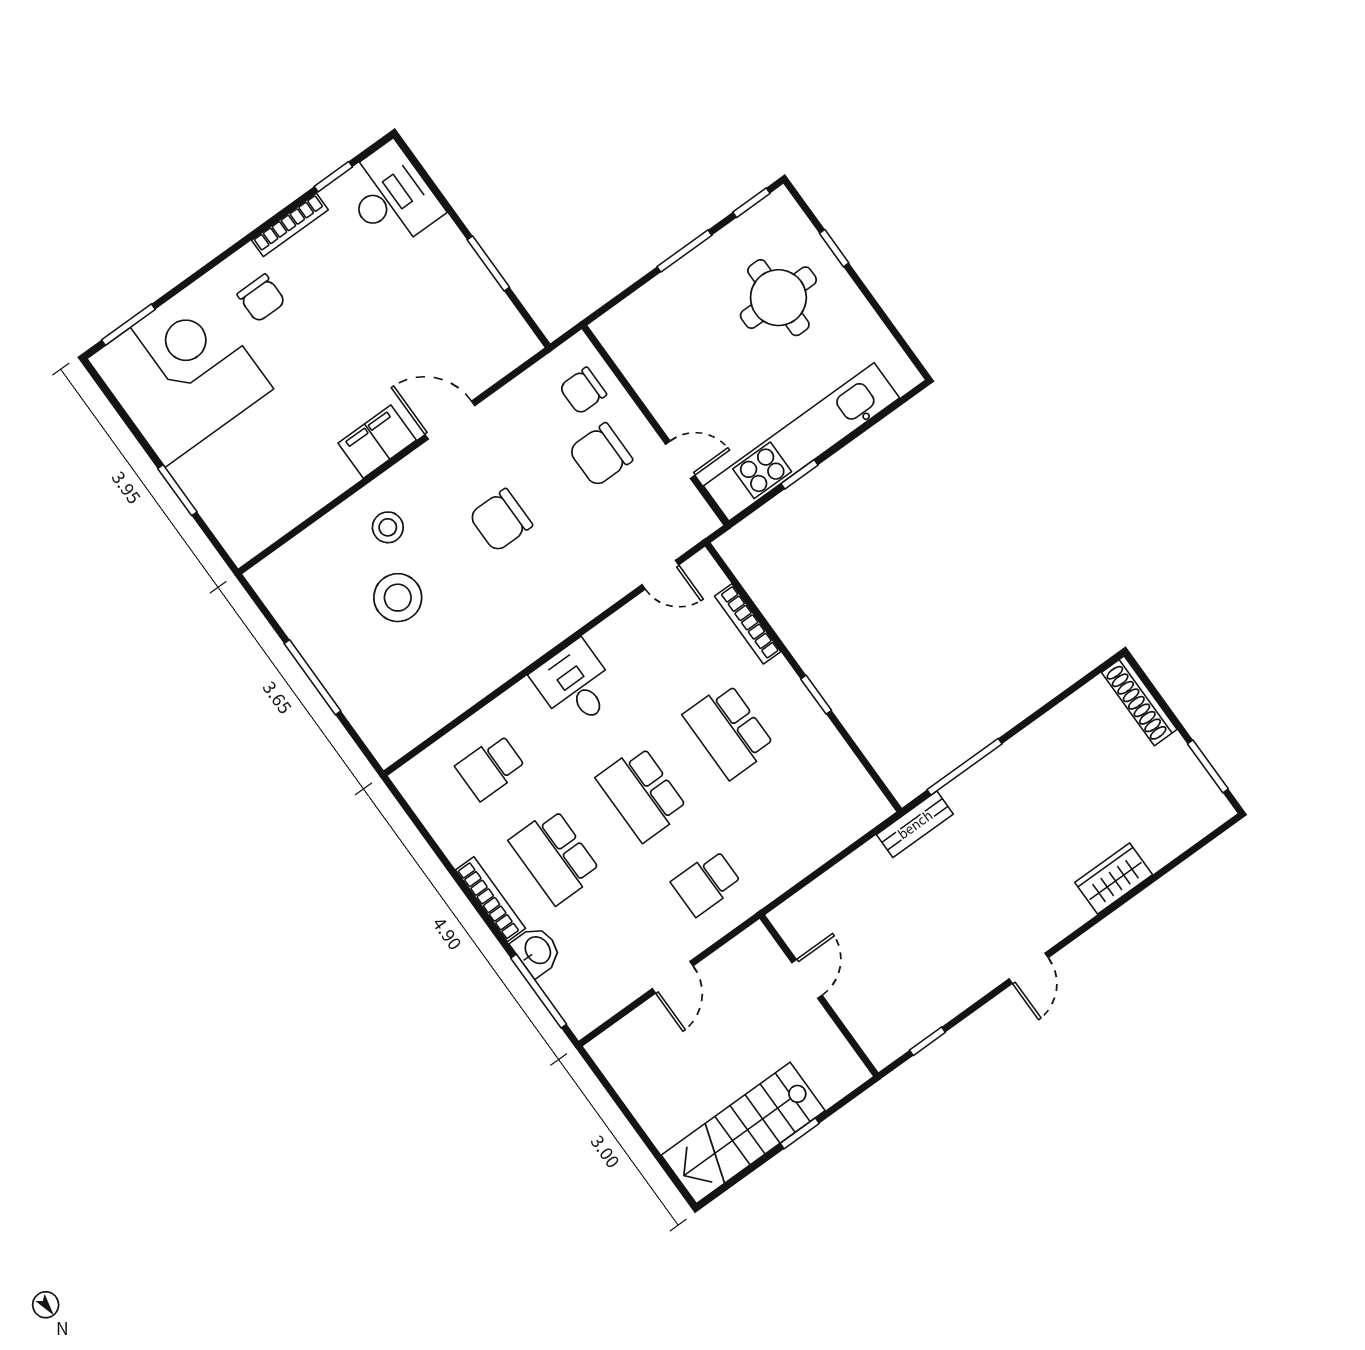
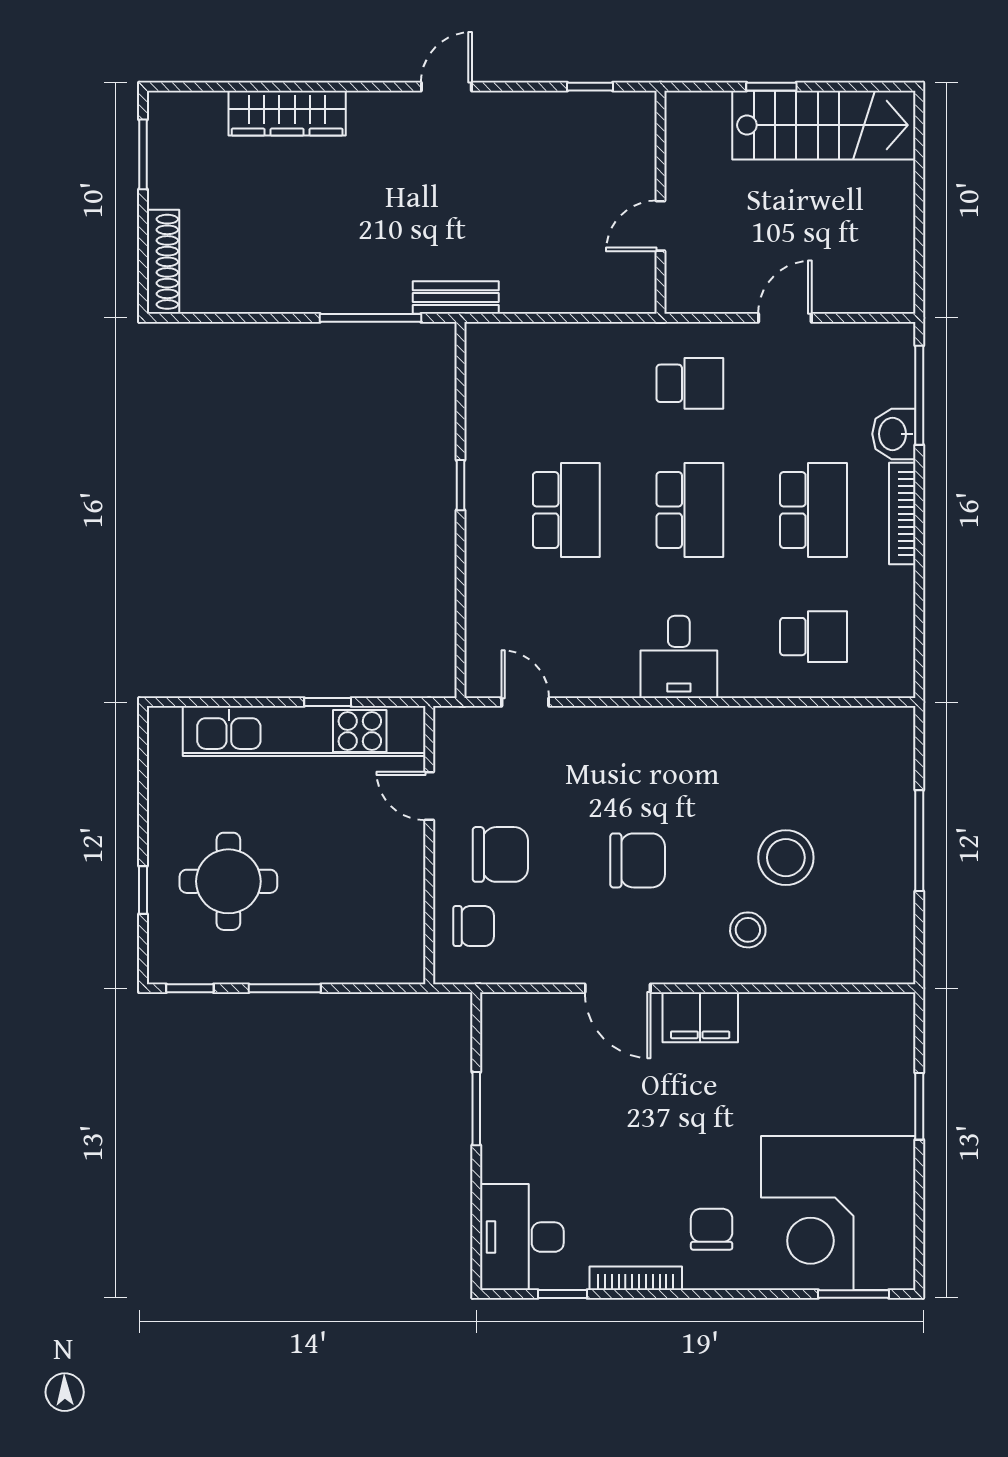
bookcase: (748, 624) -> (477, 597), removed
wardrobe: (1114, 879) -> (287, 113), width x1.50

